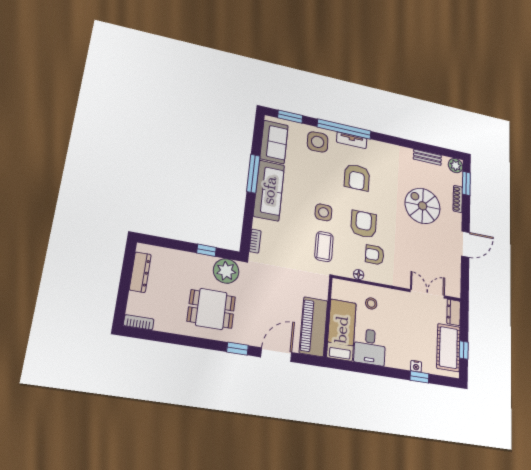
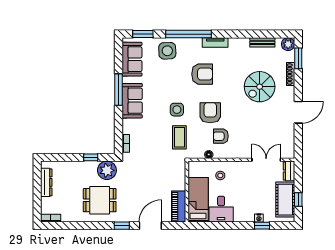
tv unit: (352, 140) -> (215, 42), moved
armchair: (357, 177) -> (202, 74), turned -90
sofa: (269, 190) -> (132, 101), width x0.73
spiral stairs: (423, 206) -> (260, 87), turned -90
piano: (314, 327) -> (179, 206), width x0.73, depth x0.75

